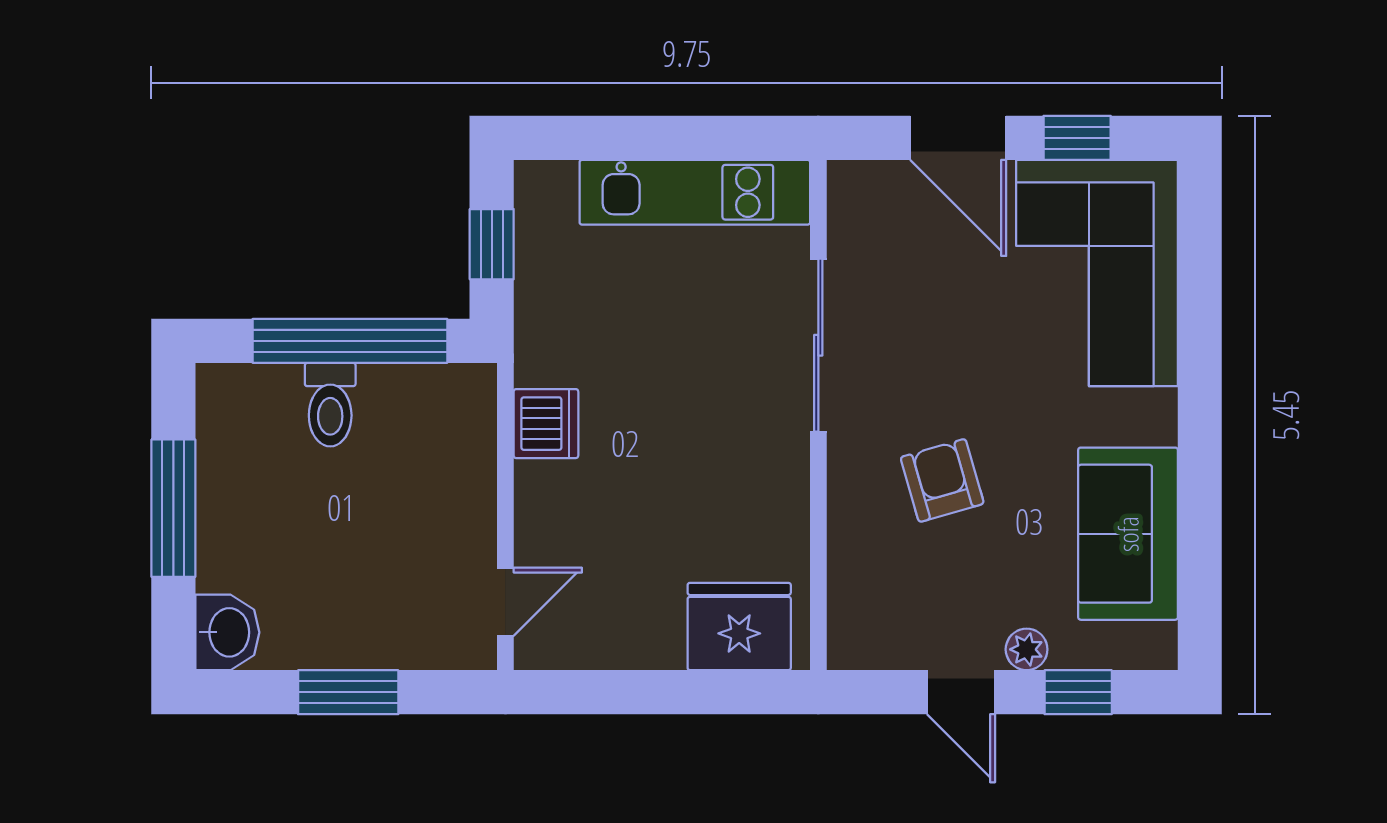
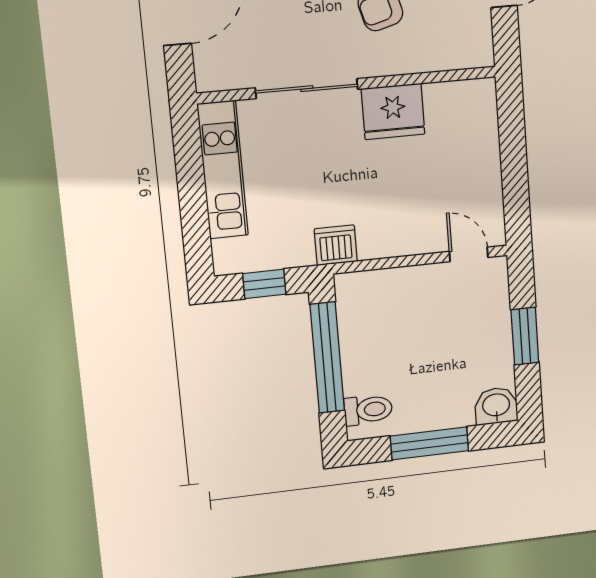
toilet: (330, 405) -> (368, 410), moved
dishwasher: (546, 424) -> (336, 245), moved
fridge: (739, 626) -> (393, 111), moved, turned -90

